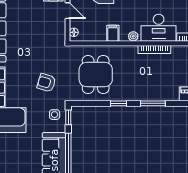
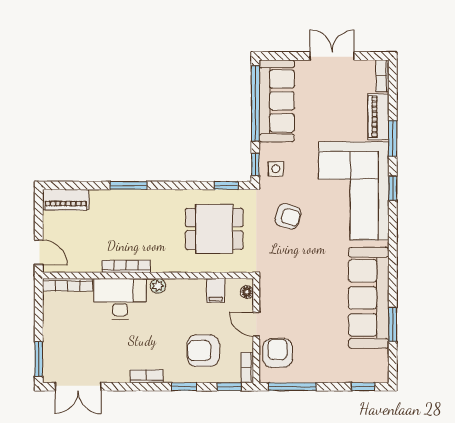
filing cabinet: (113, 33) -> (216, 290), moved
dining table: (96, 74) -> (214, 229), turned 90
window: (119, 103) -> (226, 185), moved

